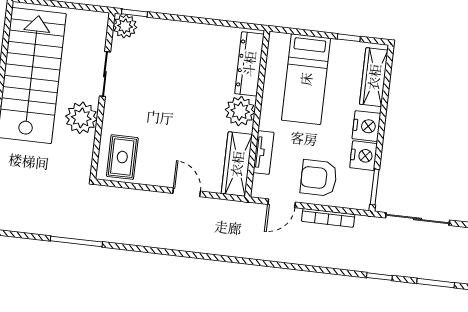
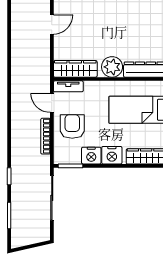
tv unit: (263, 152) -> (68, 86), moved
door: (187, 192) -> (52, 24), moved

